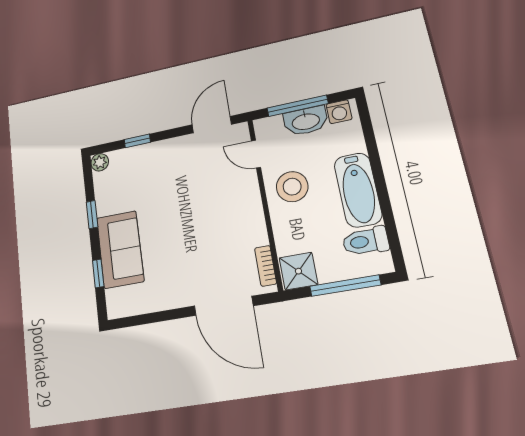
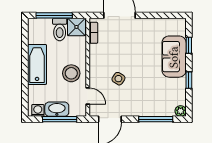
window: (137, 141) -> (156, 119), width x2.17
side table: (208, 194) -> (118, 79), added
toilet: (366, 241) -> (60, 30), moved, turned 90

